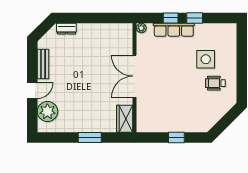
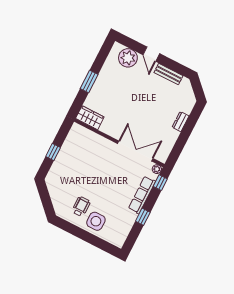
window: (171, 18) -> (160, 183), moved
dresser: (66, 29) -> (181, 122), moved
side table: (206, 59) -> (96, 221), moved
double door: (134, 76) -> (135, 151), moved

